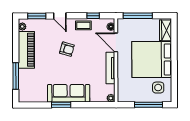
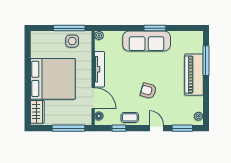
piano: (26, 50) -> (194, 75), moved
side table: (158, 88) -> (72, 41), moved
window: (149, 105) -> (69, 28), moved

